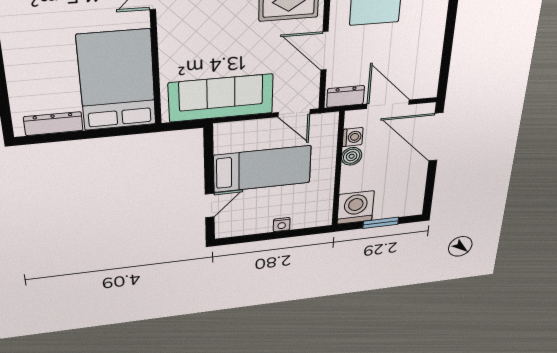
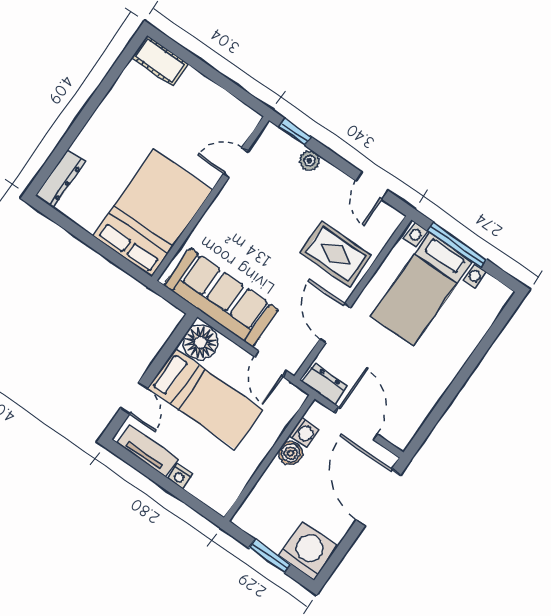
dresser: (53, 124) -> (60, 179), moved, turned 90
floor lamp: (229, 138) -> (200, 342), added
door: (210, 205) -> (134, 398), hinge flipped
washing machine: (356, 208) -> (308, 551), moved
tv unit: (246, 227) -> (148, 451), added

